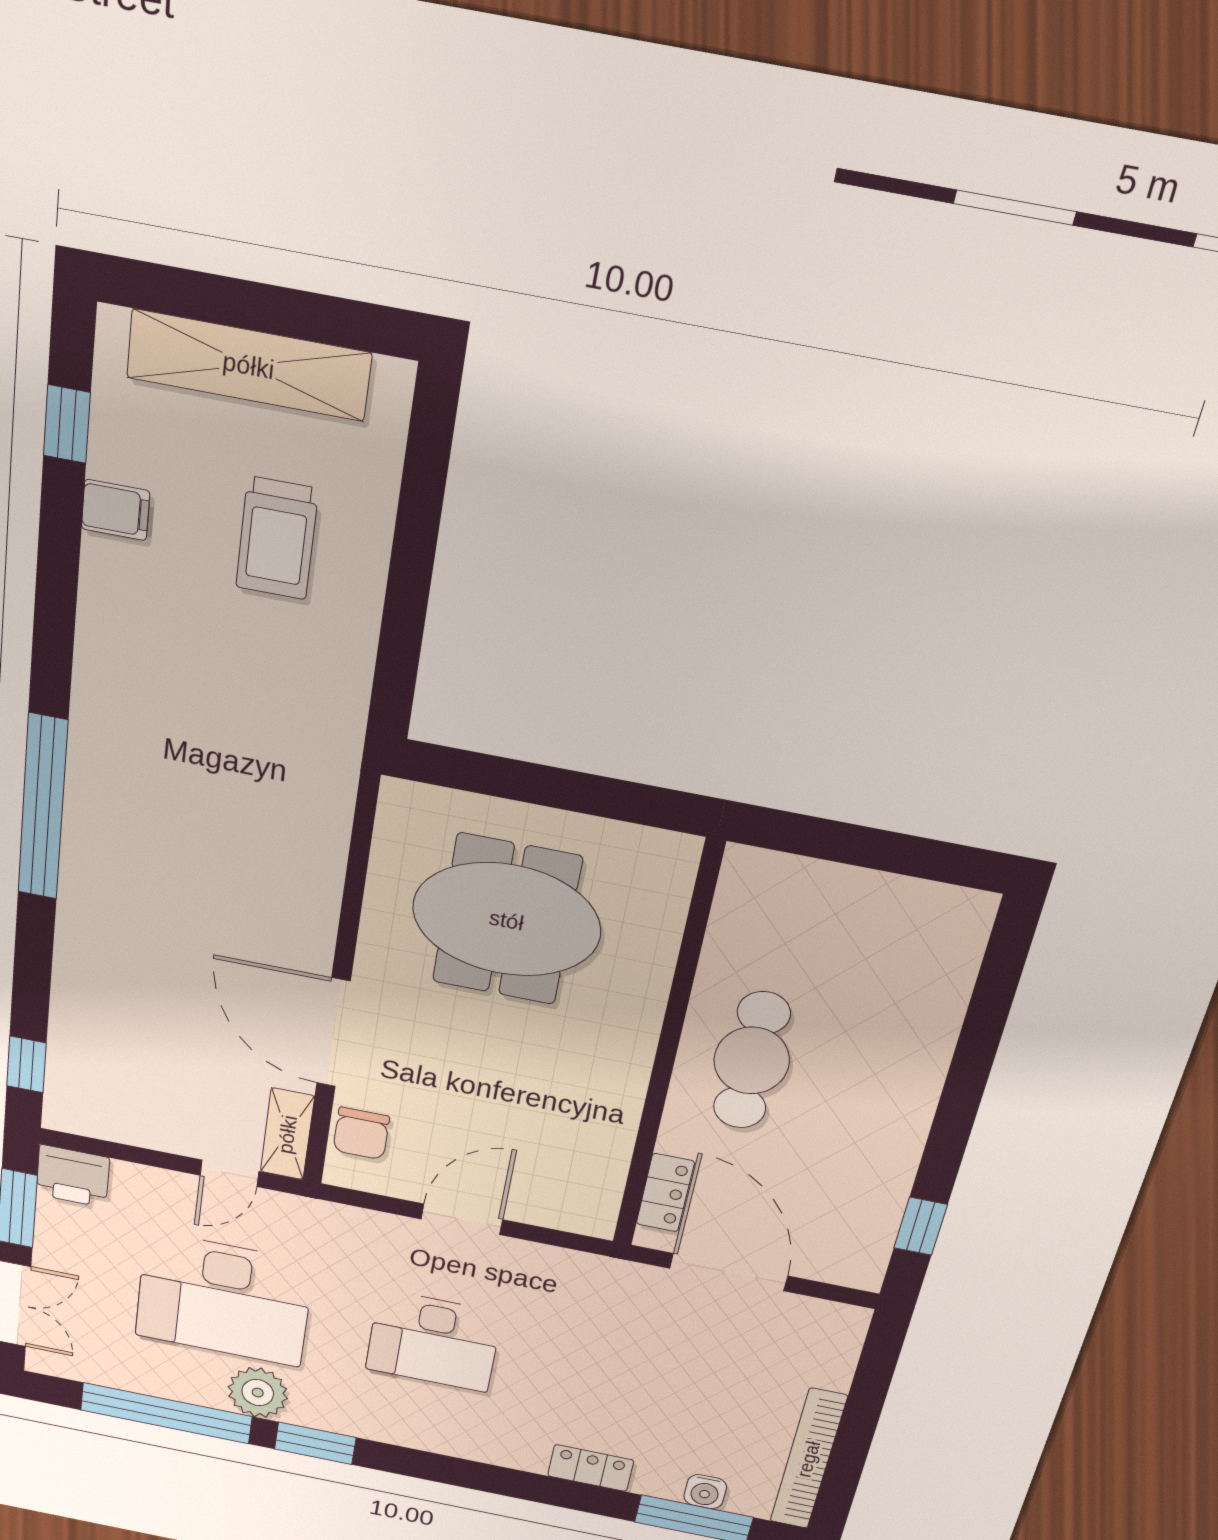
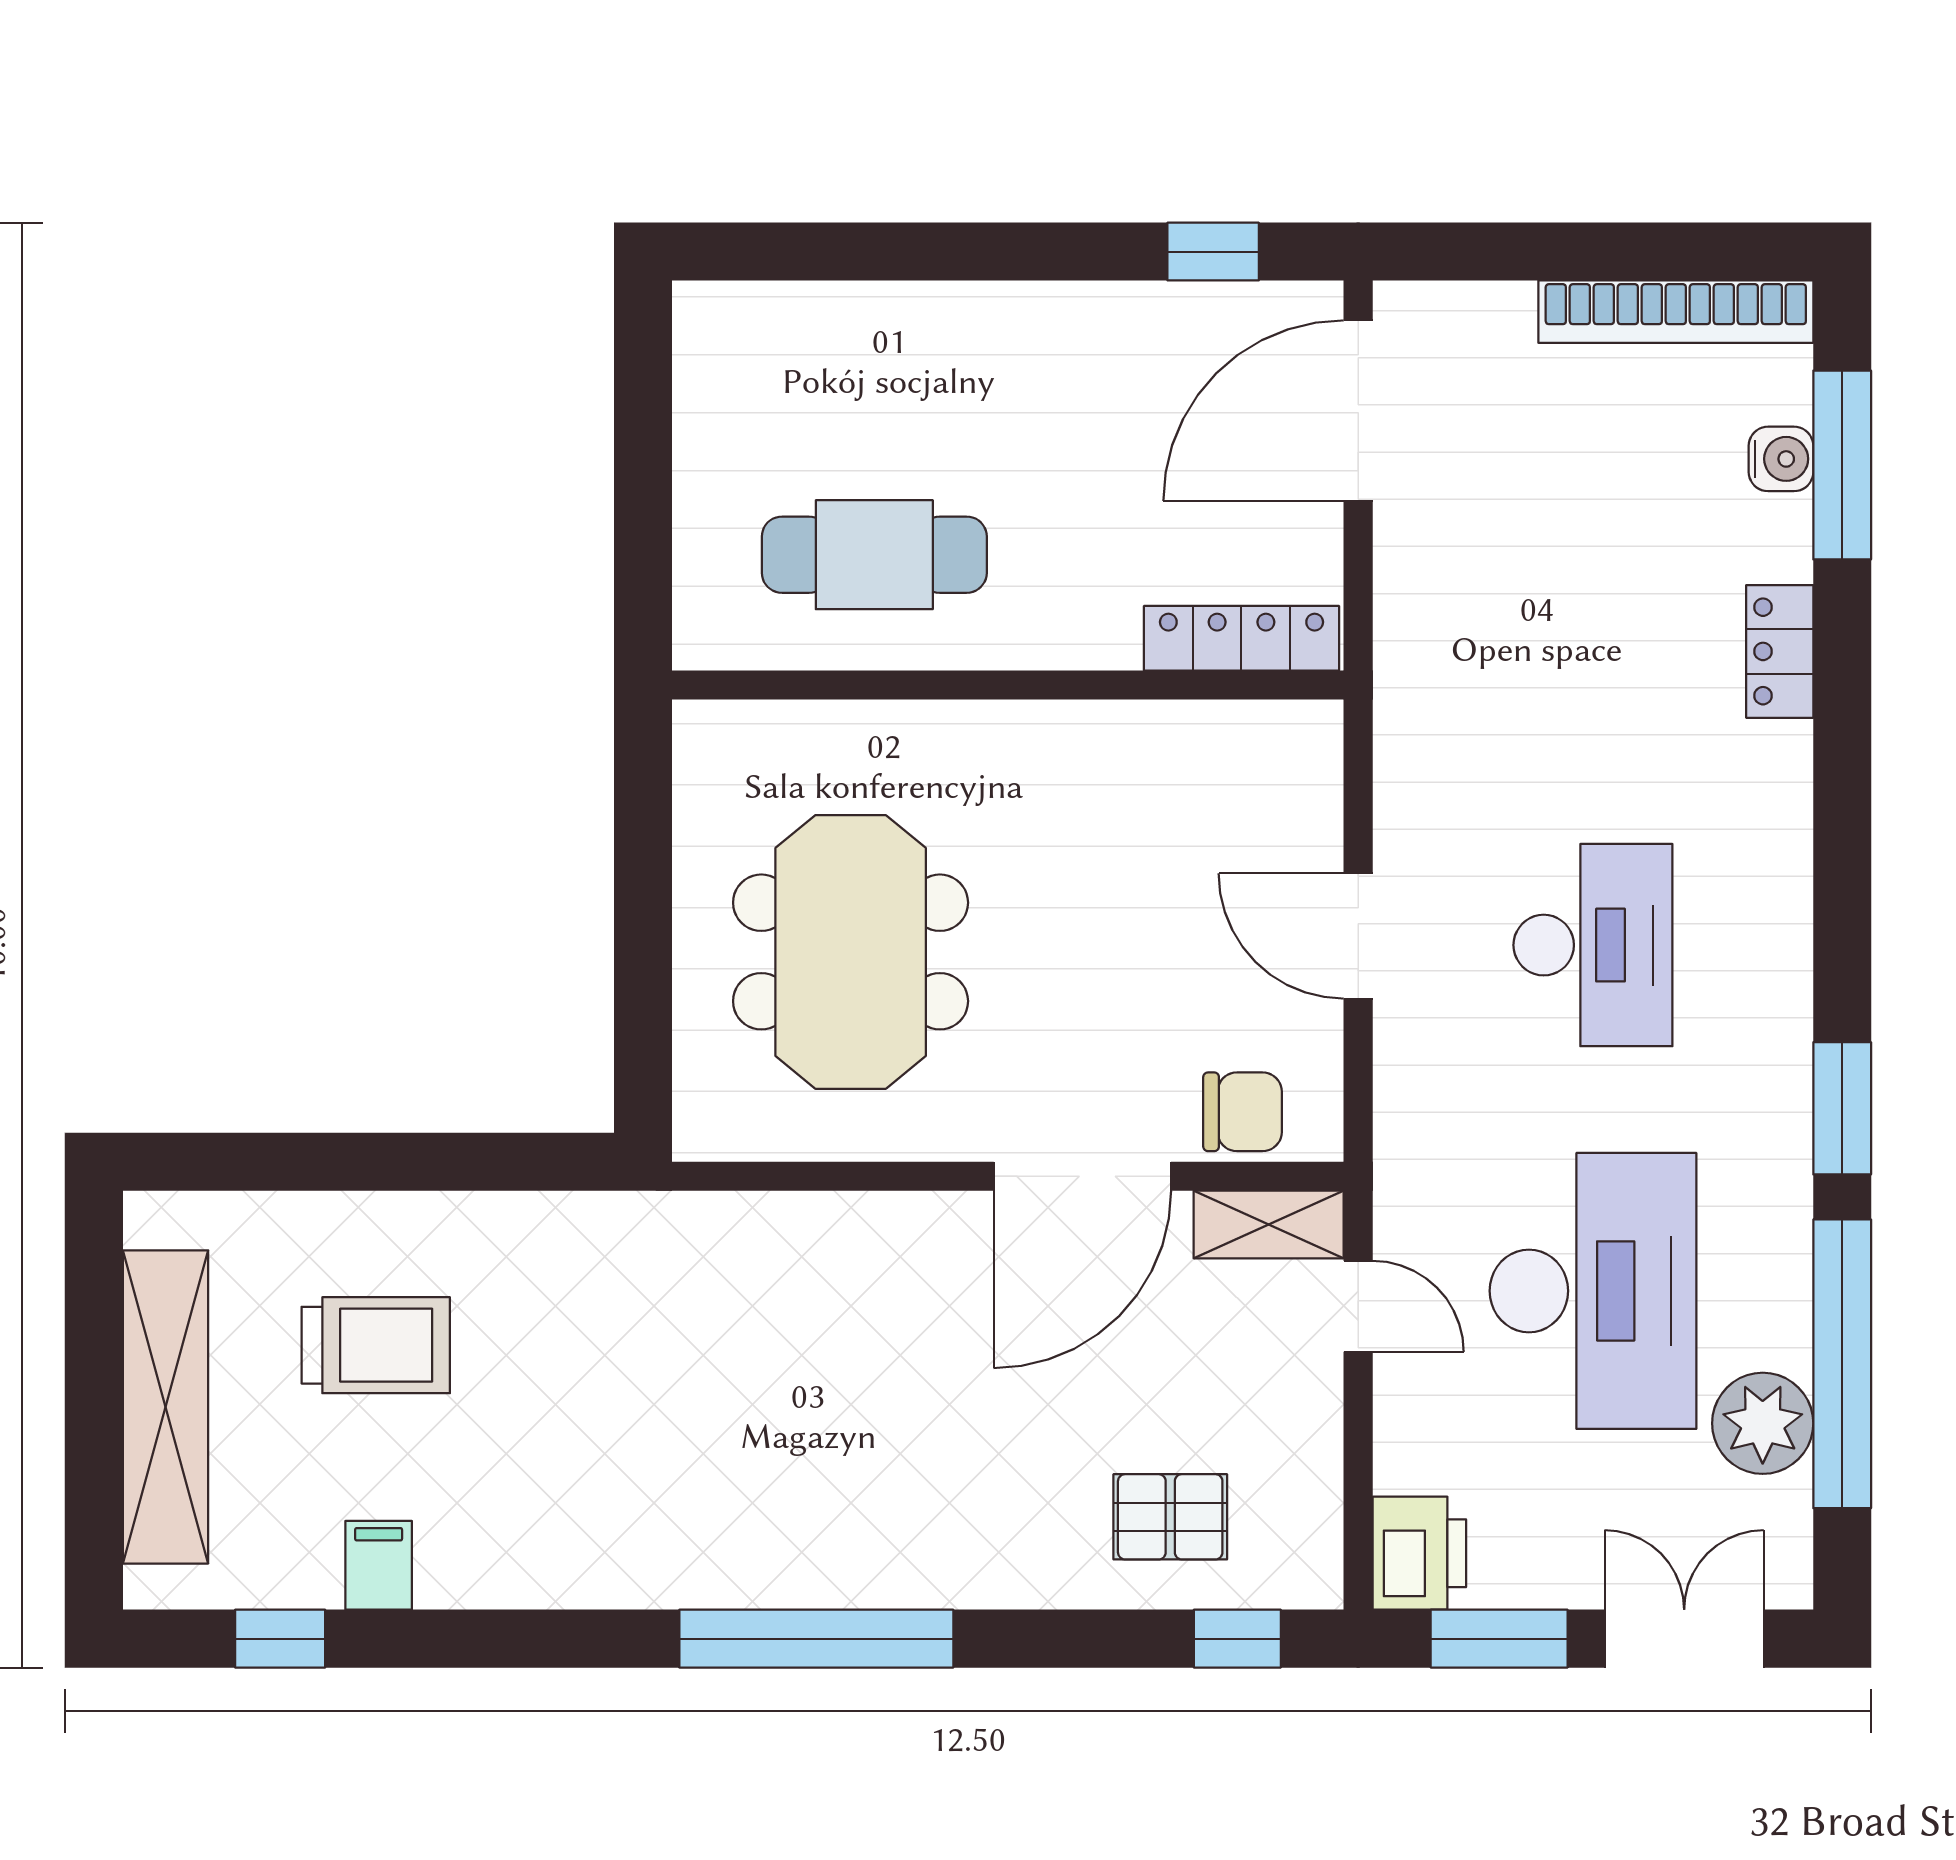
pallet: (107, 1041) -> (1170, 1517), added
cafe table: (752, 1061) -> (874, 555), moved
locker: (665, 1193) -> (1241, 638), width x1.53
door: (729, 1272) -> (1358, 411), moved
plant: (258, 1393) -> (1763, 1423), moved

